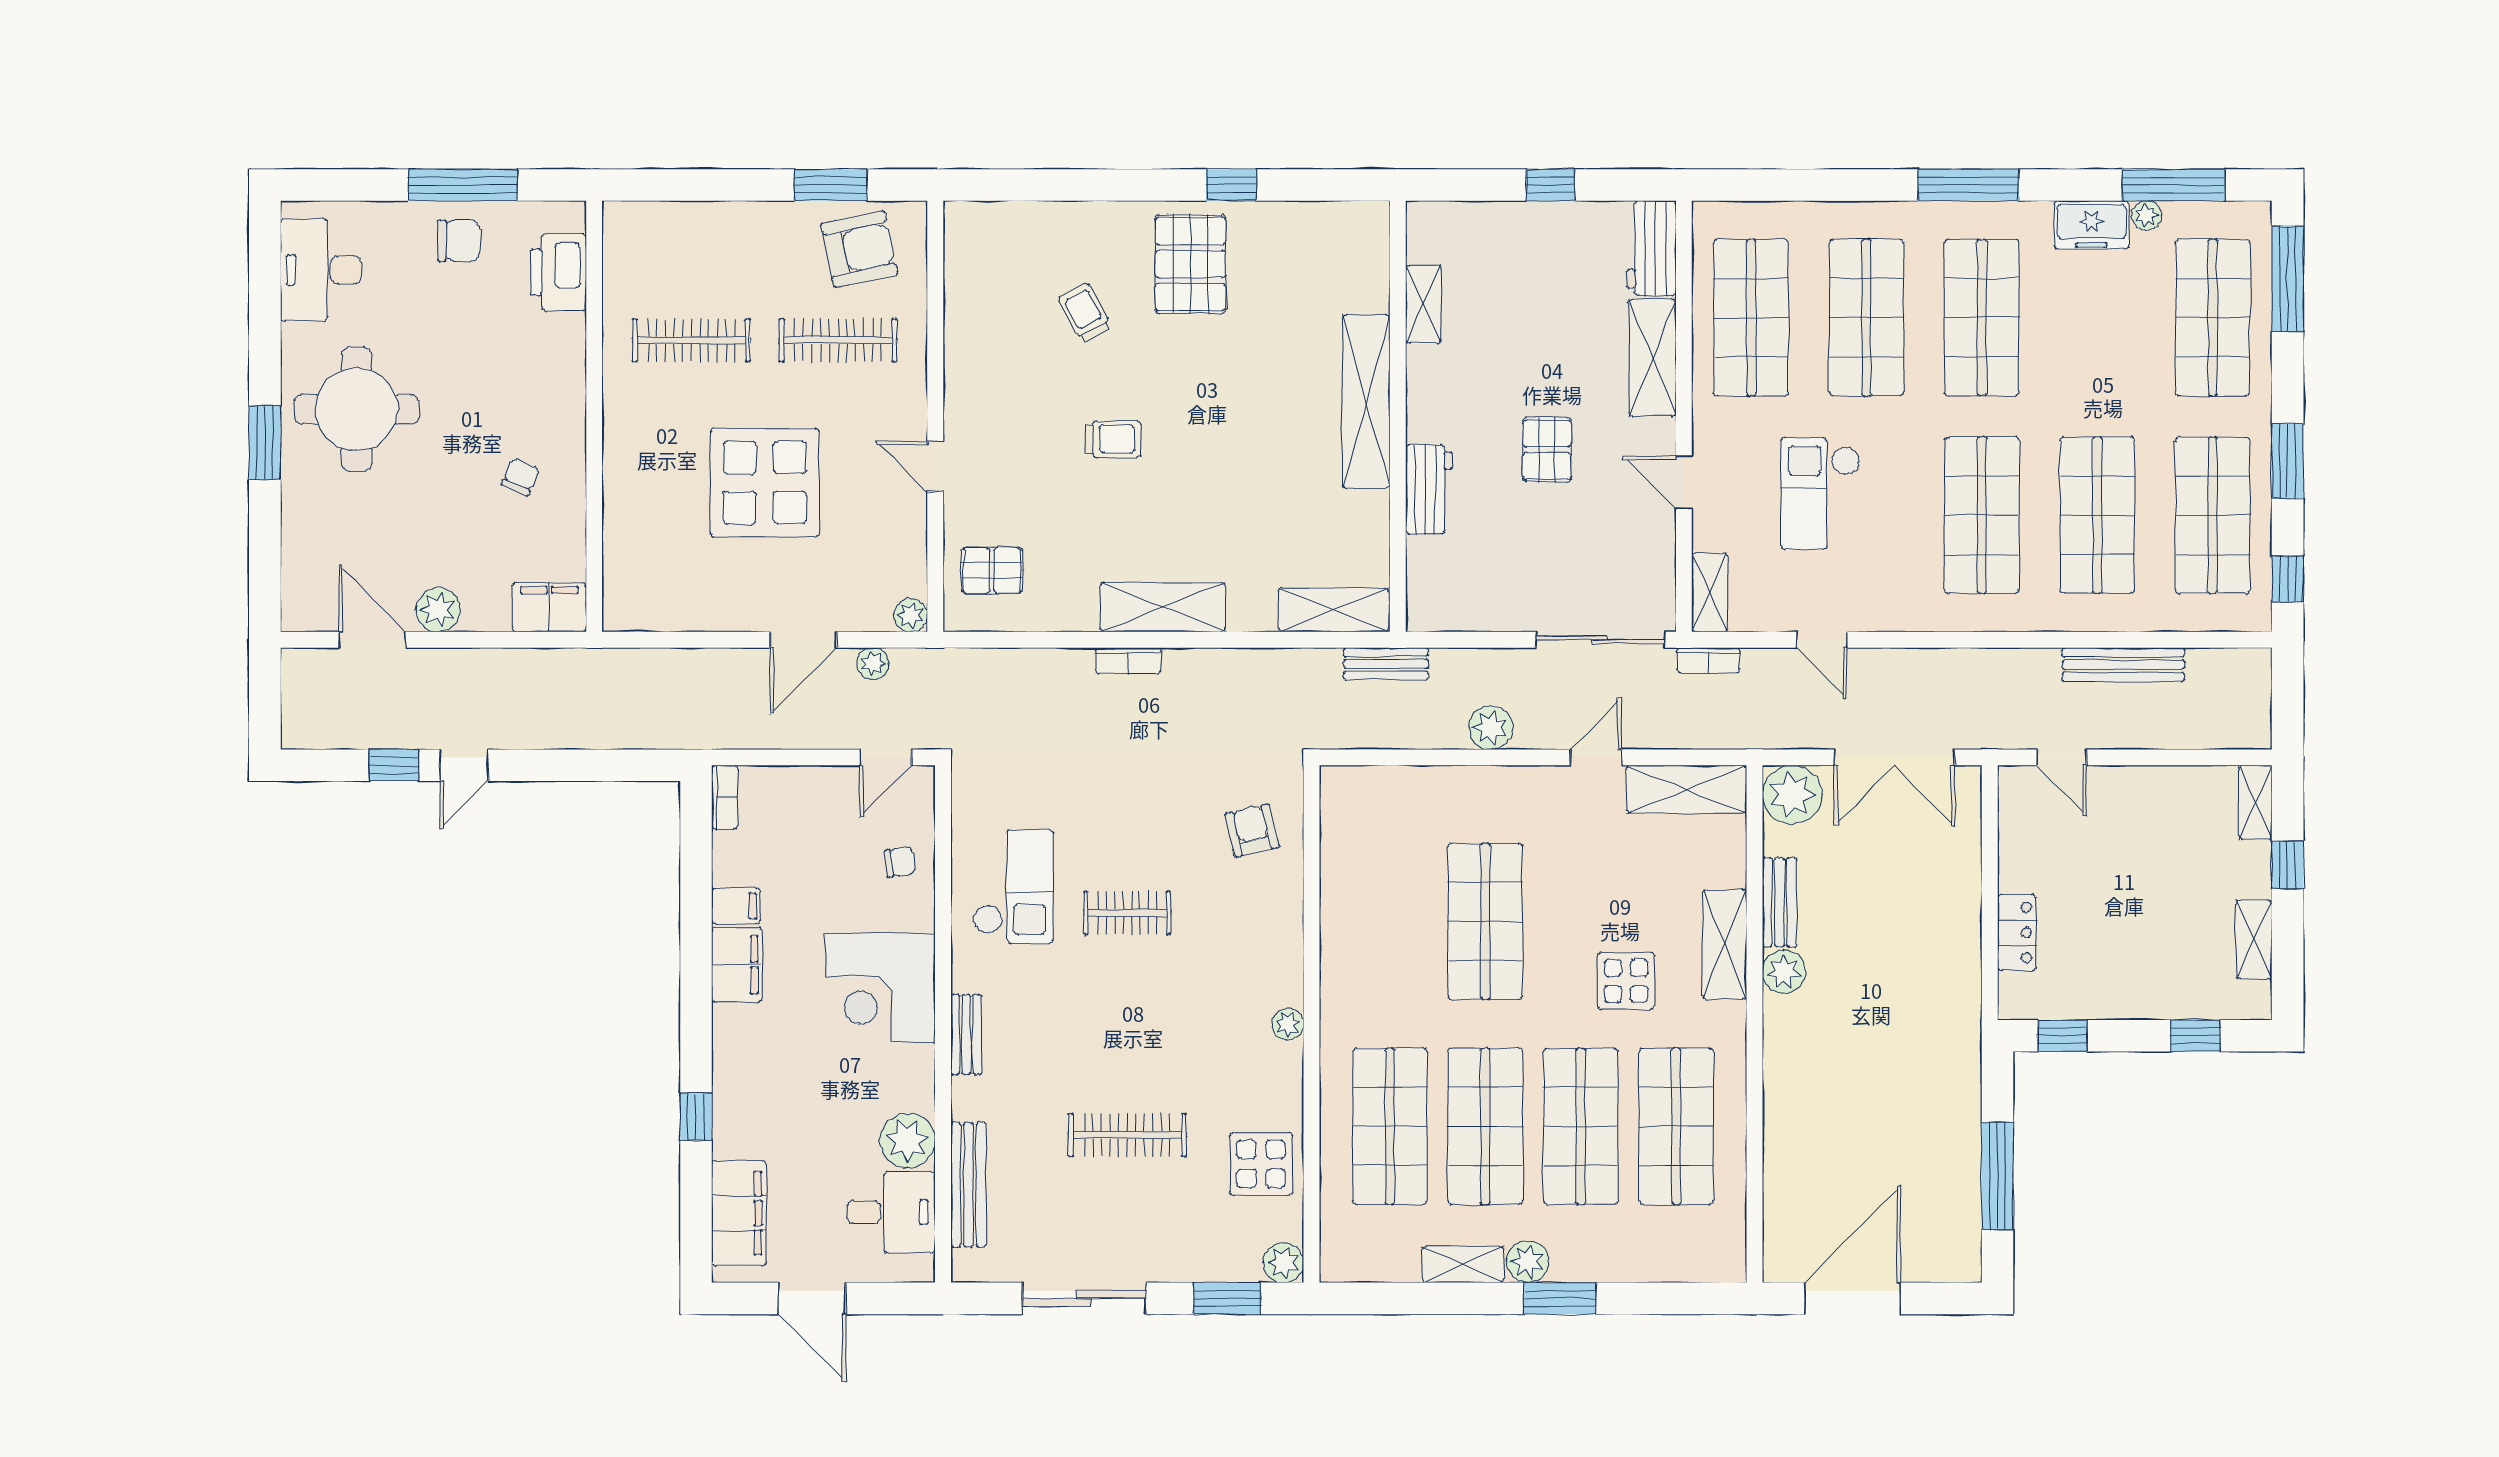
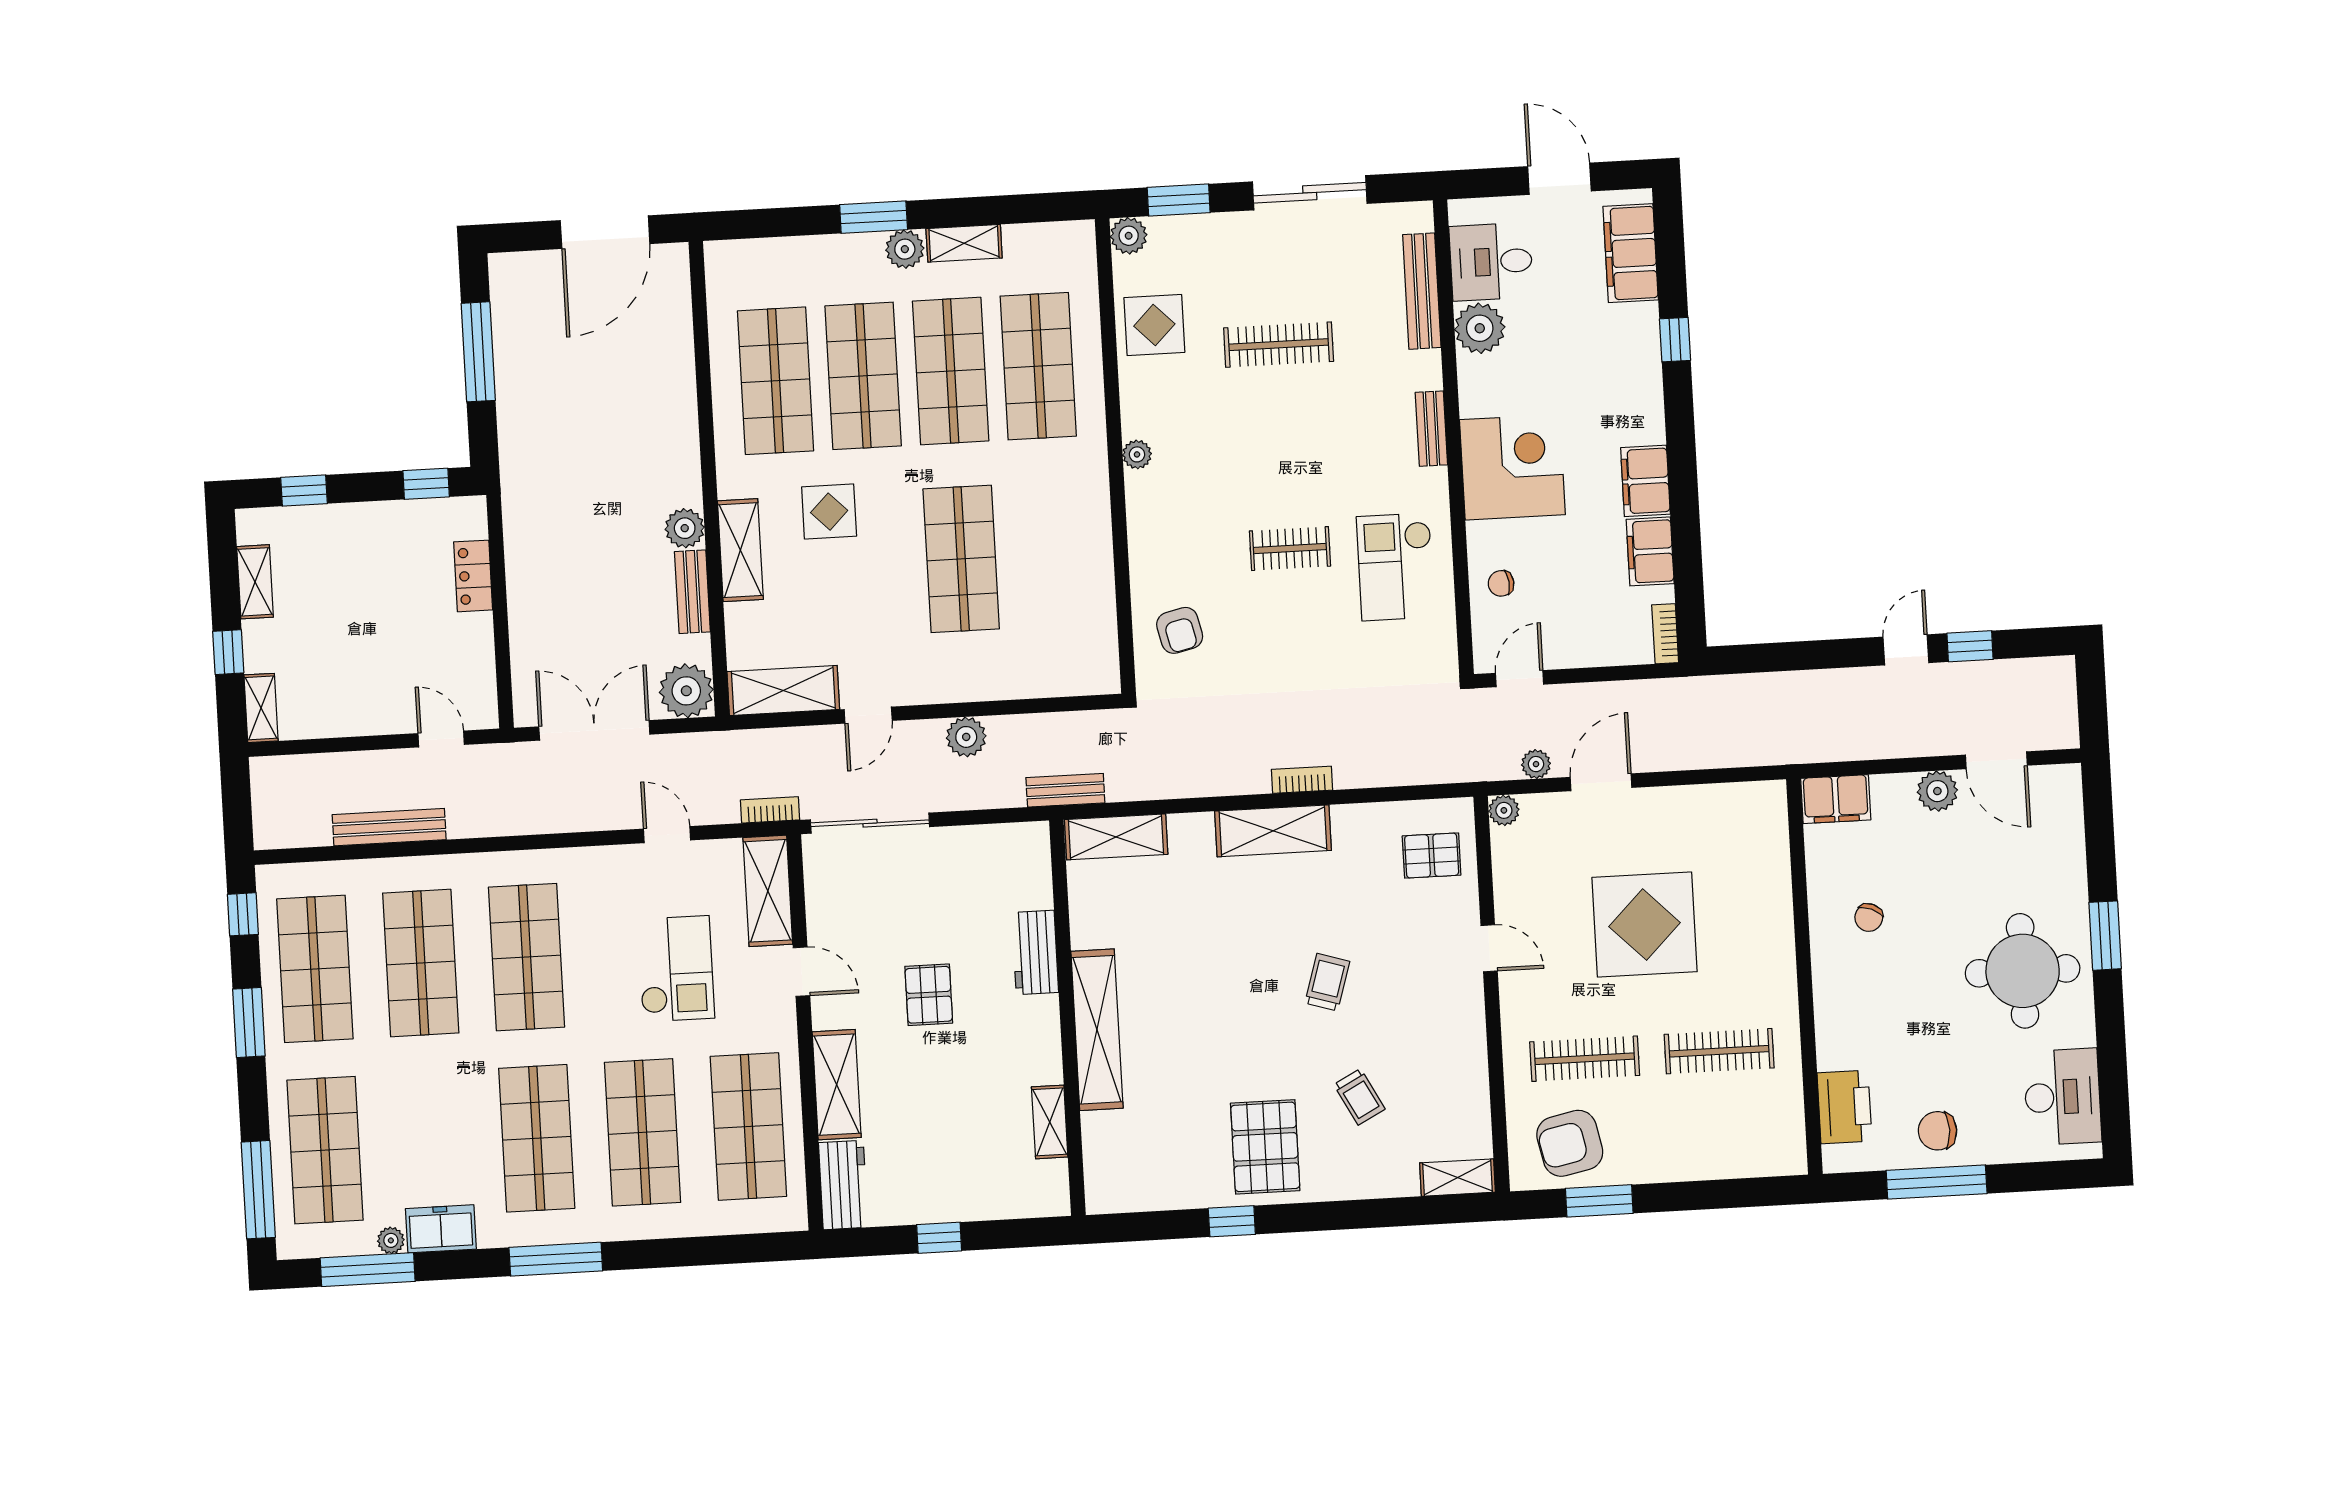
shelving: (983, 219) -> (1457, 1178), added
trolley: (1113, 439) -> (1327, 982), turned 107
shelving: (1710, 592) -> (768, 891), width x1.50, depth x1.33
filing cabinet: (736, 906) -> (1650, 551), width x2.00

